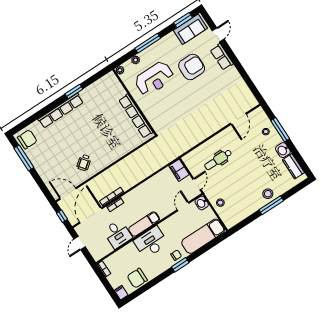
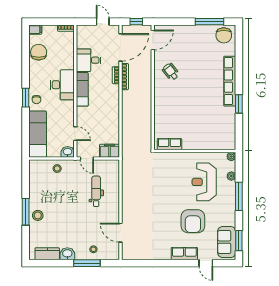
row of seats: (136, 116) -> (169, 144), width x0.50
door: (91, 215) -> (120, 47), hinge flipped

